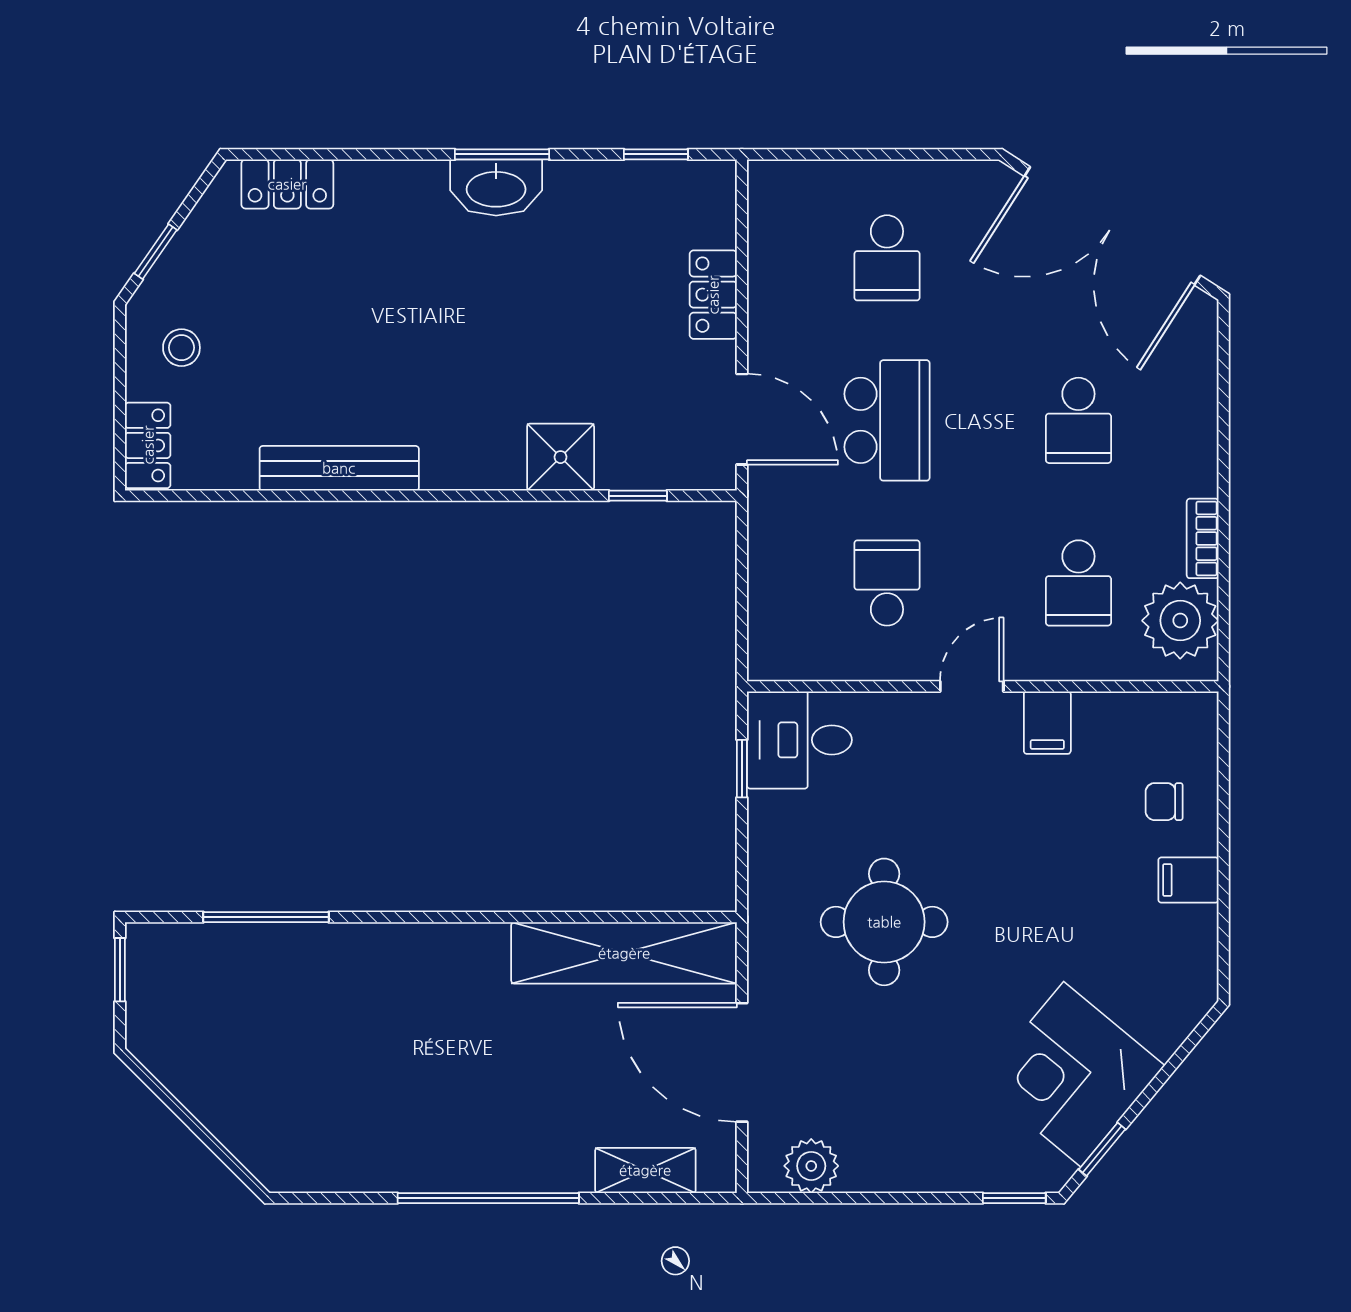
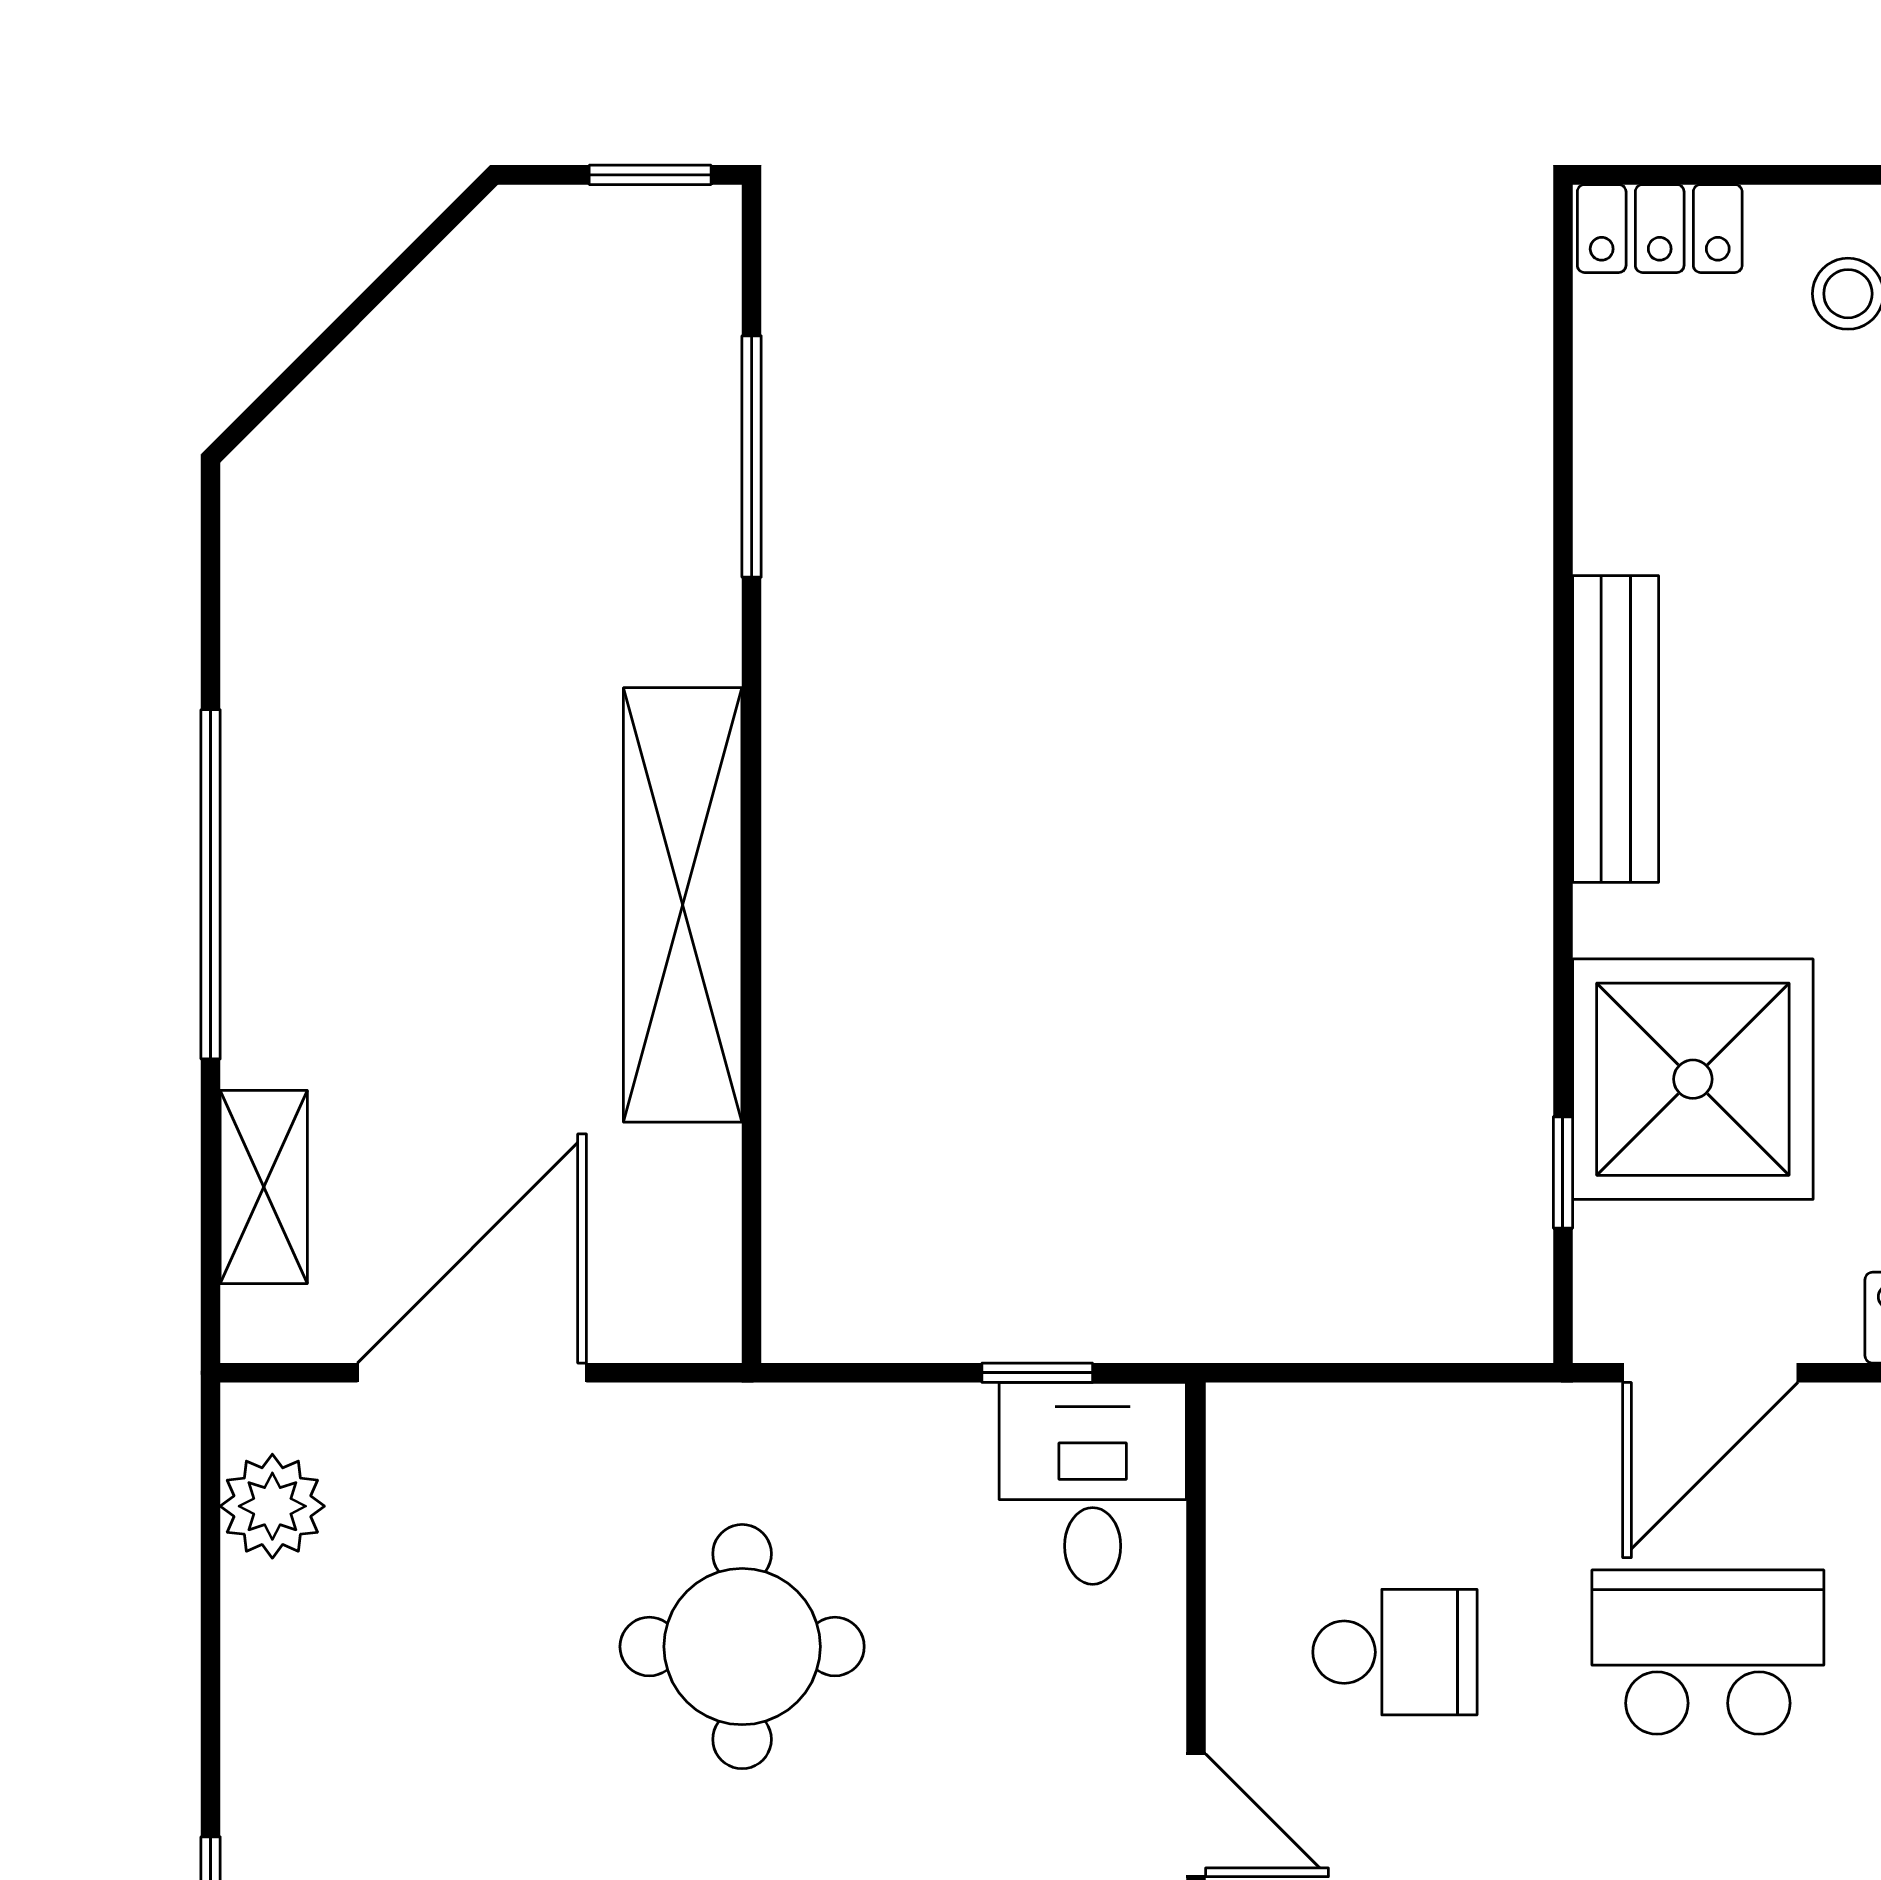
school desk: (887, 420) -> (1708, 1652), turned 180
shower: (561, 457) -> (1693, 1079), width x1.86, depth x1.86
bench: (339, 468) -> (1616, 729), moved
shelving: (624, 953) -> (683, 905), moved

